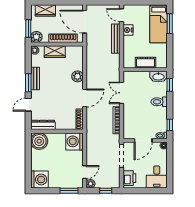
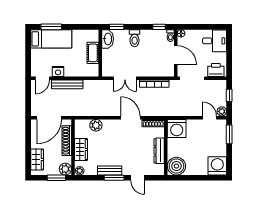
plant: (77, 76) -> (96, 125), moved
dresser: (43, 125) -> (159, 151), moved

